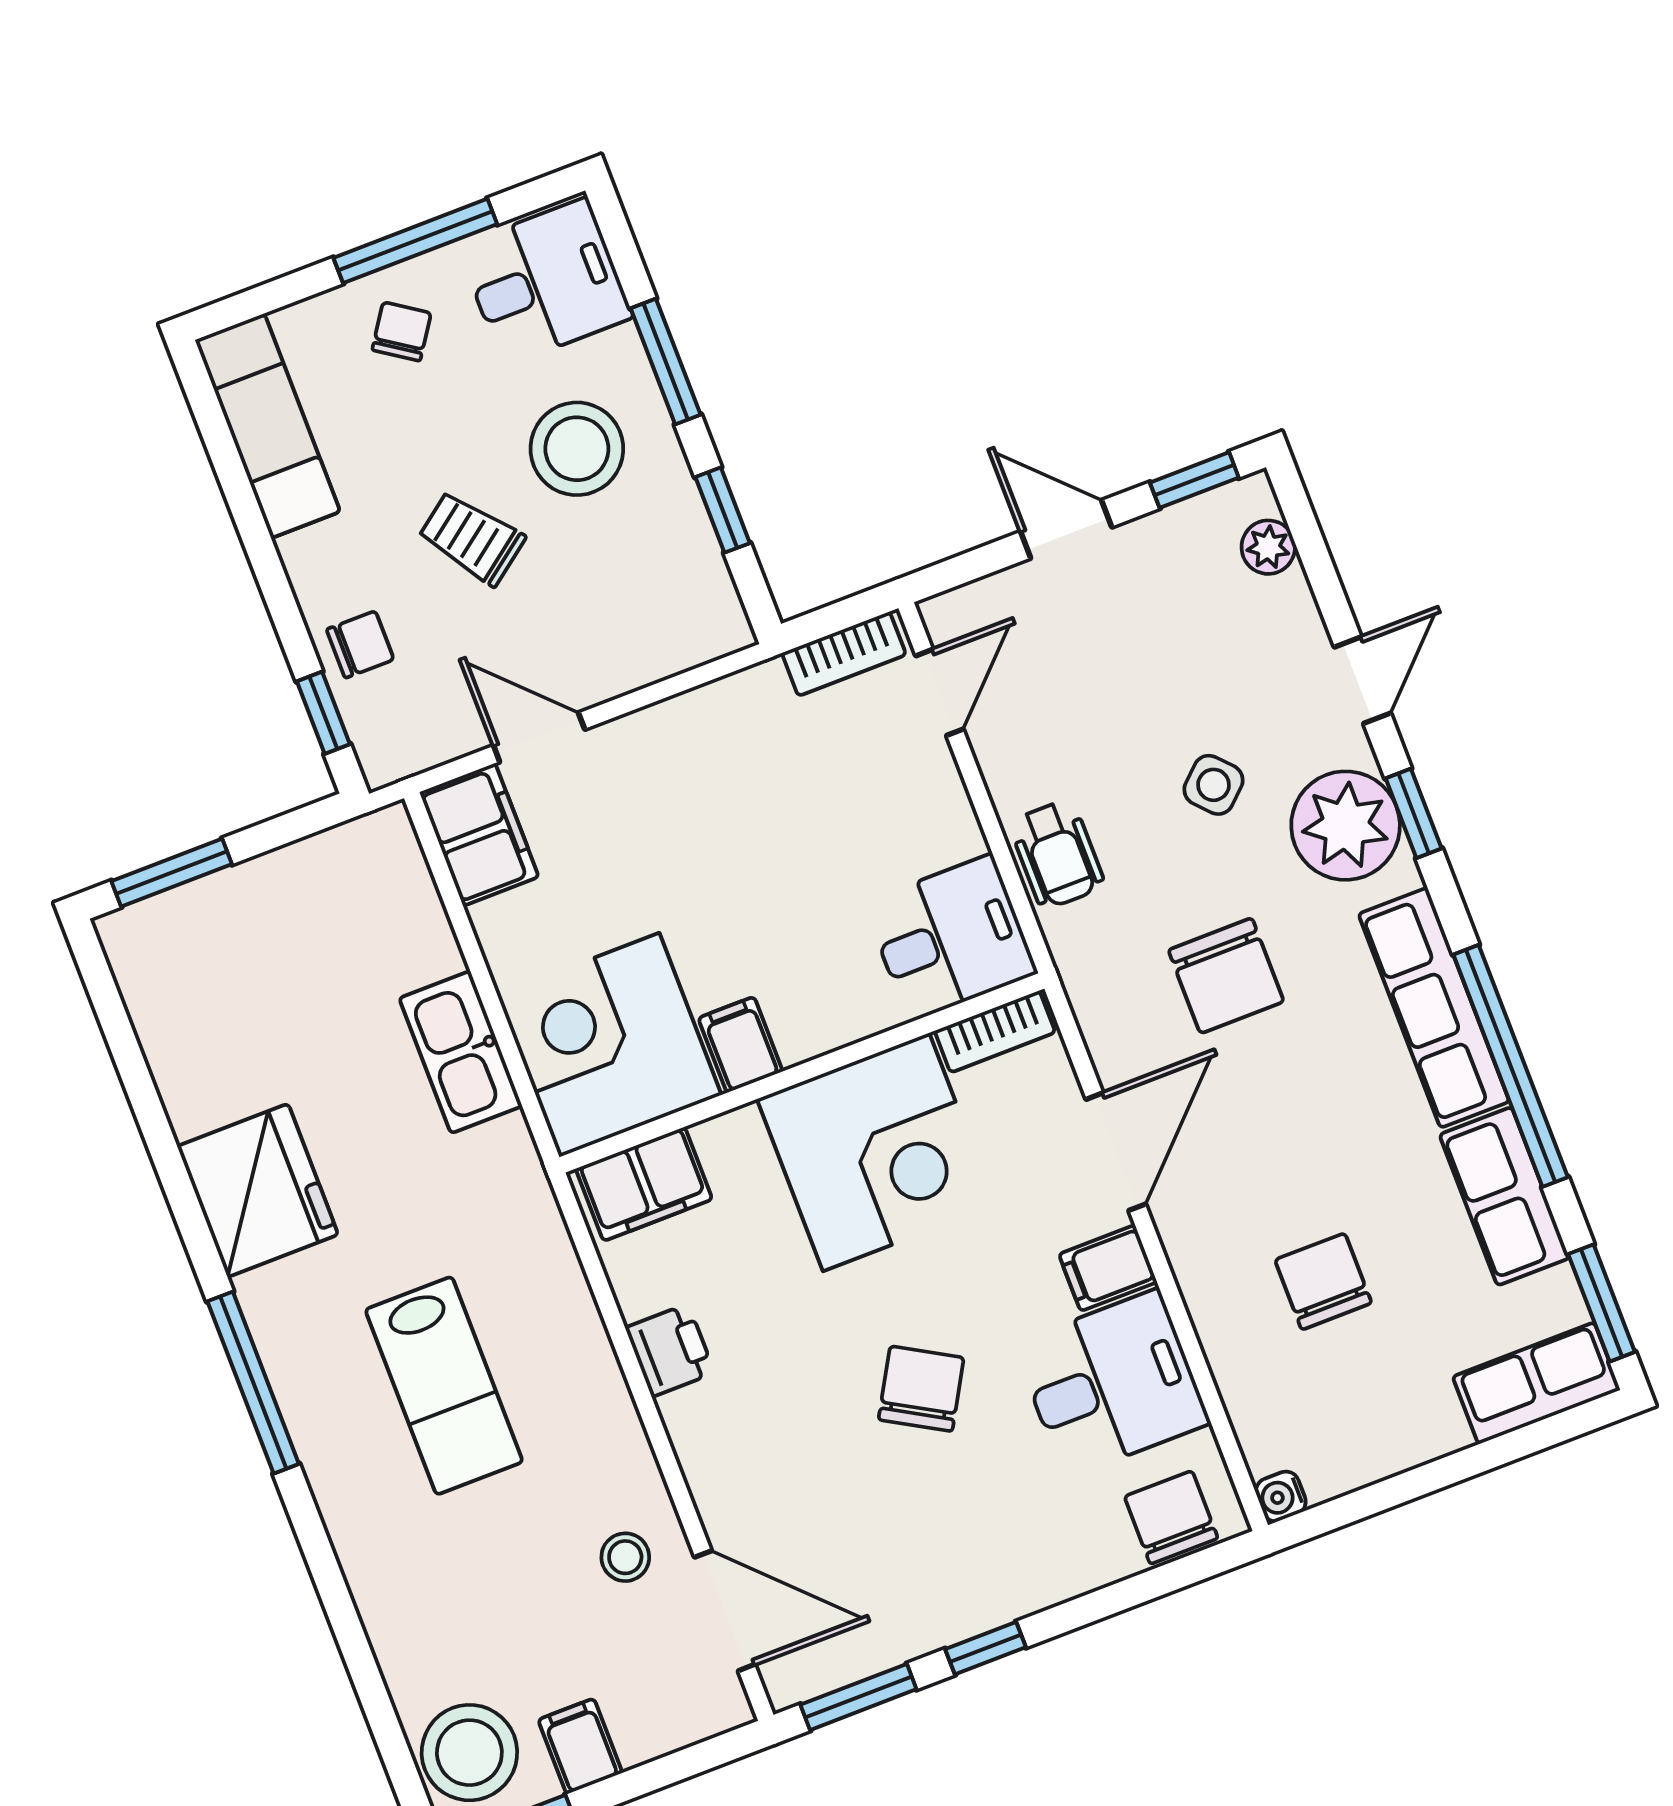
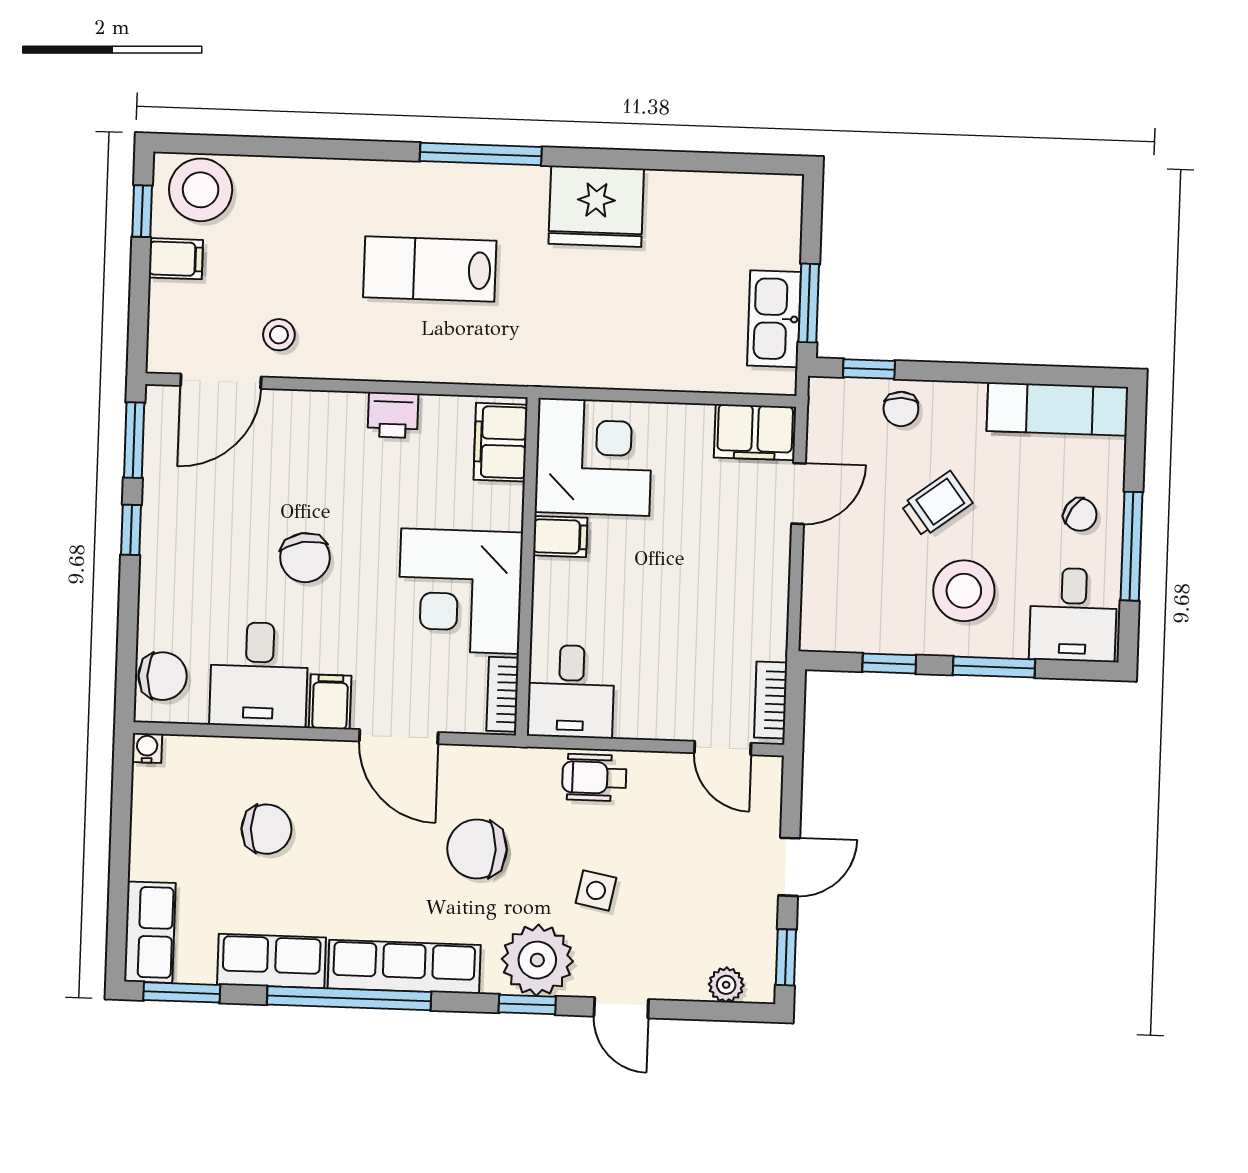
side table: (1213, 785) -> (596, 890), turned -36
window: (172, 873) -> (809, 303), moved
kitchen sink: (461, 1052) -> (774, 319), moved, turned -90
chair: (921, 1389) -> (305, 558), turned 50

